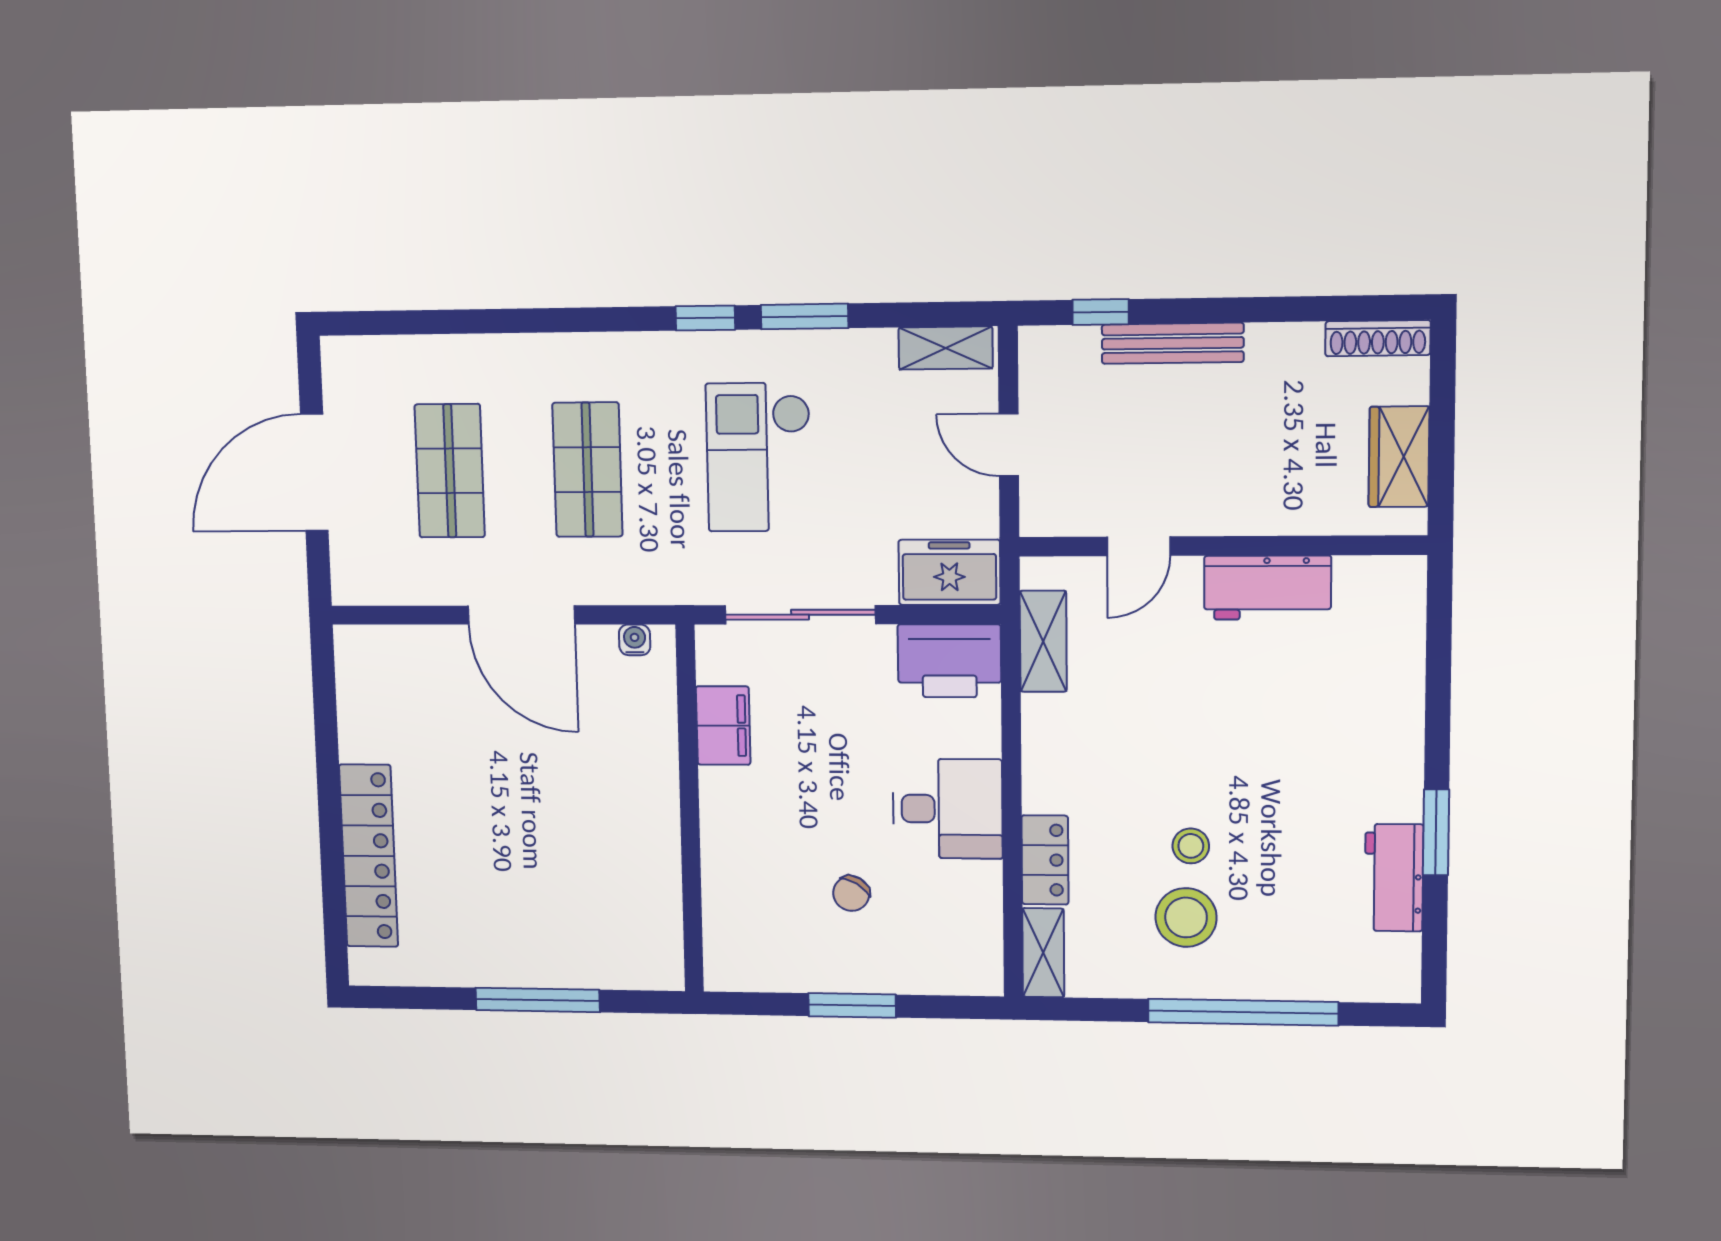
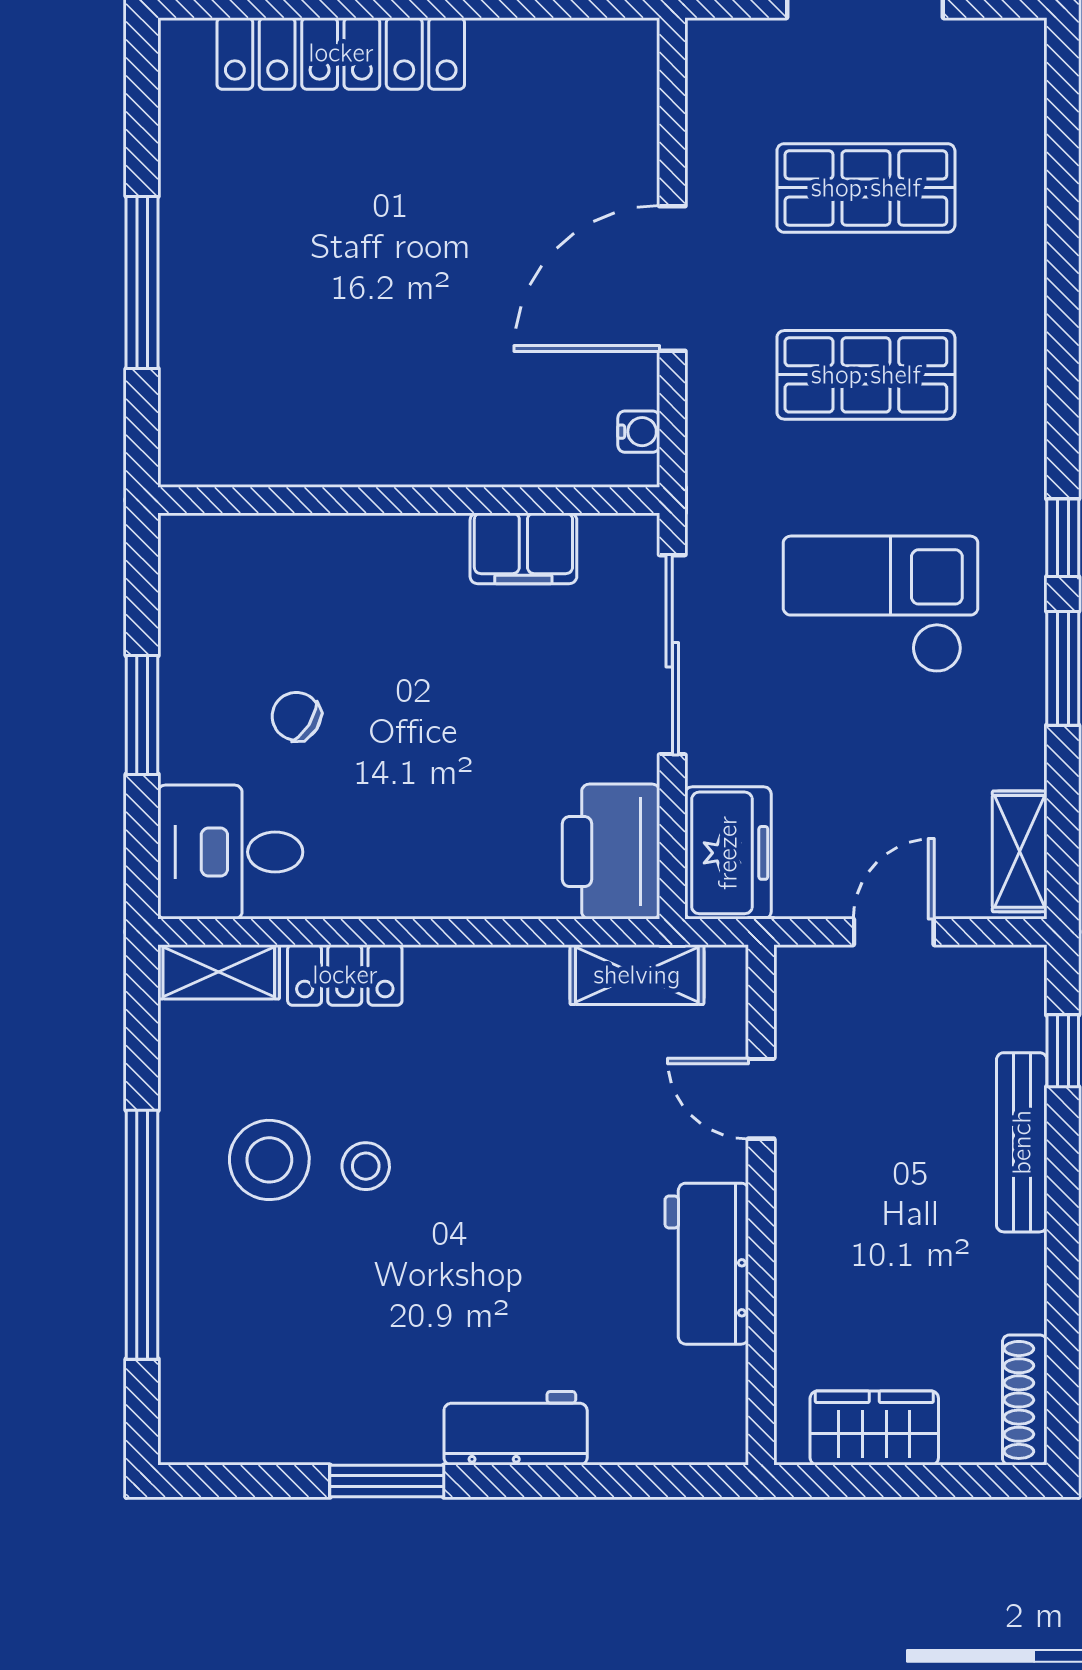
desk: (948, 809) -> (230, 852), moved, turned 90
workbench: (1394, 878) -> (516, 1428), moved

